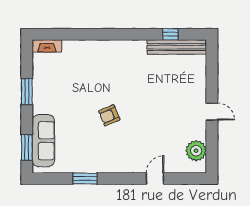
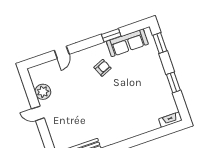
armchair: (109, 115) -> (103, 68), moved
sofa: (43, 141) -> (127, 43), moved, turned -90
plant: (196, 151) -> (43, 92), moved

